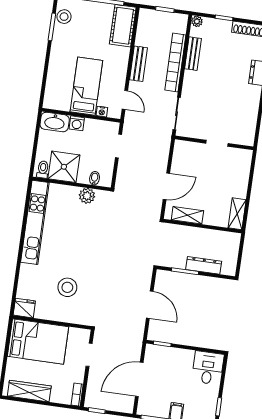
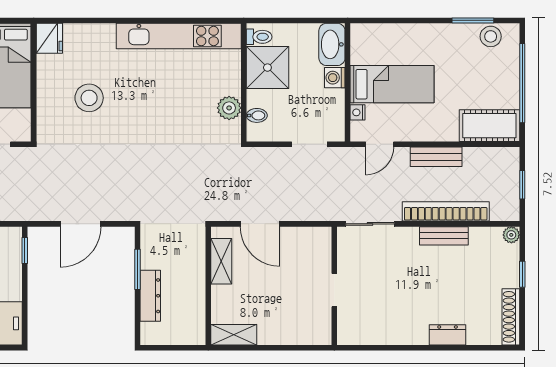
bench: (193, 54) -> (444, 236), moved

